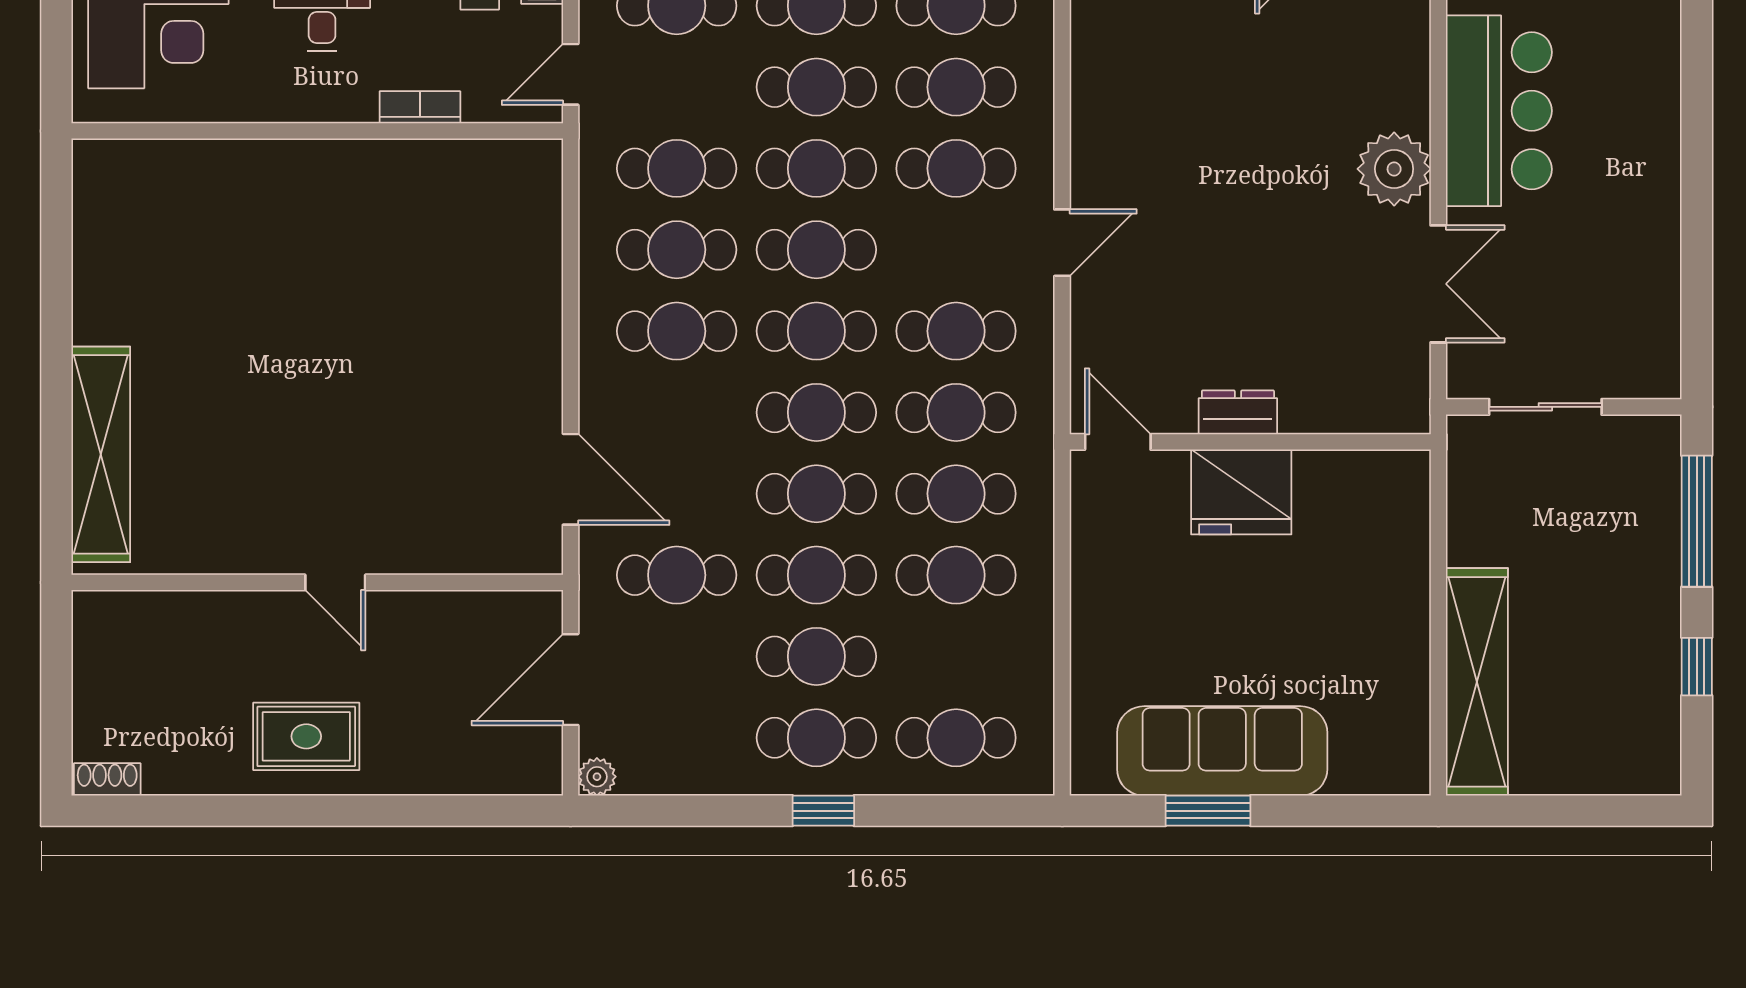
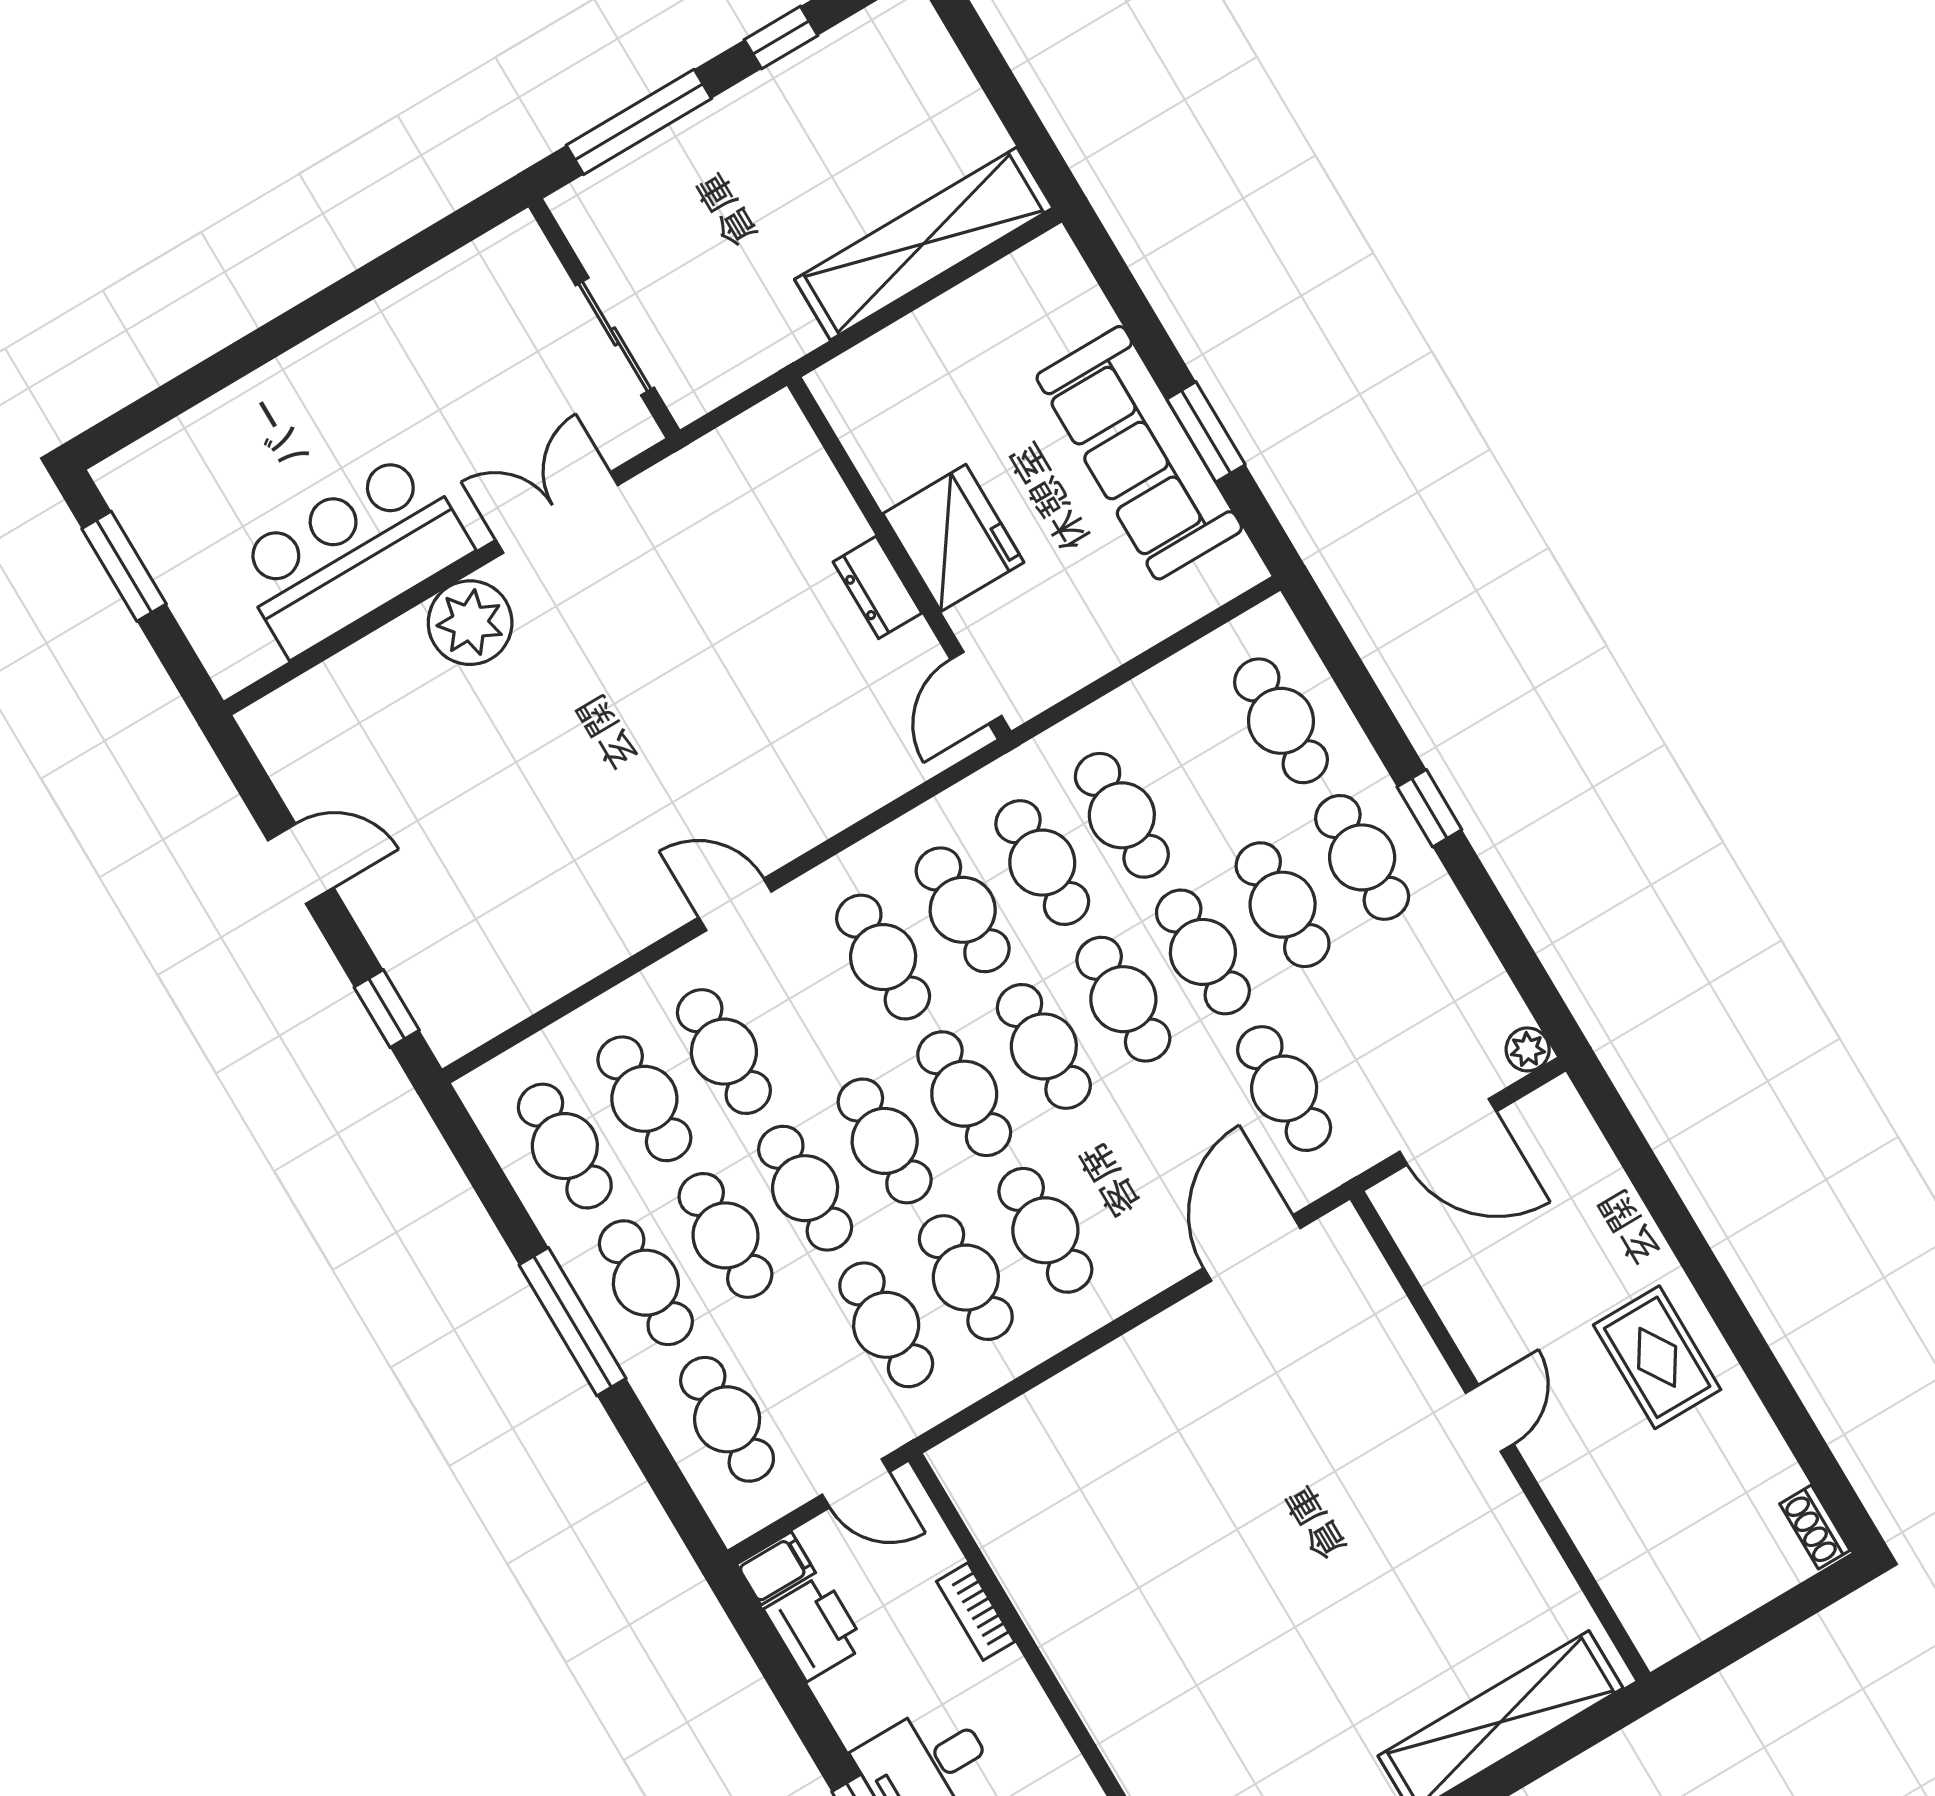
dresser: (1238, 412) -> (877, 587), moved
door: (1118, 442) -> (976, 688), moved
wall: (1250, 442) -> (899, 558), moved
fridge: (1241, 492) -> (953, 538), moved

